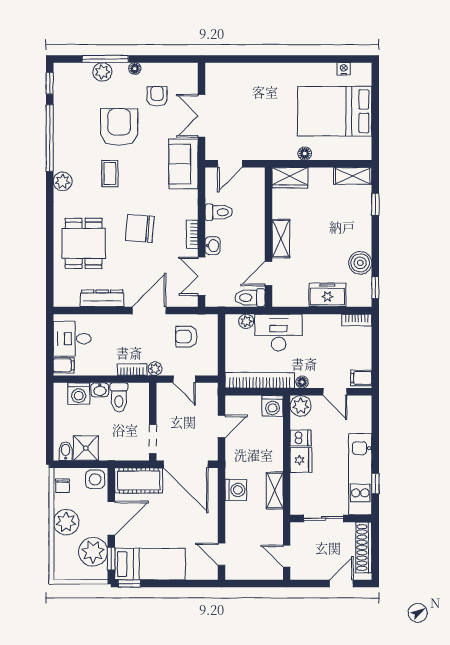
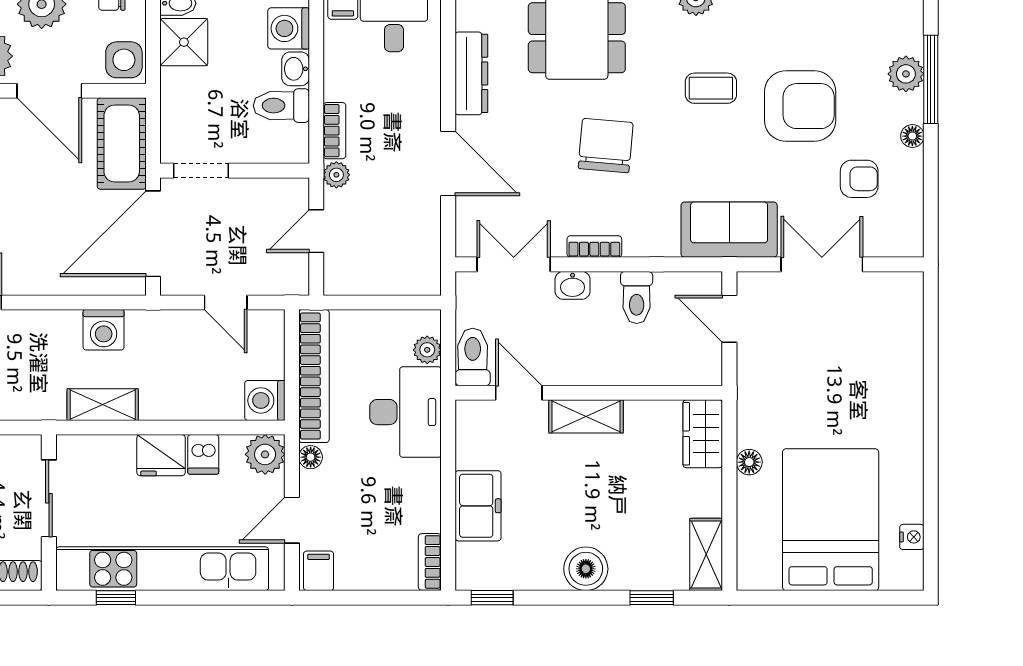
boiler: (360, 263) -> (586, 569), moved
armchair: (186, 337) -> (398, 235), removed
kitchen unit: (360, 474) -> (162, 569), width x1.36

